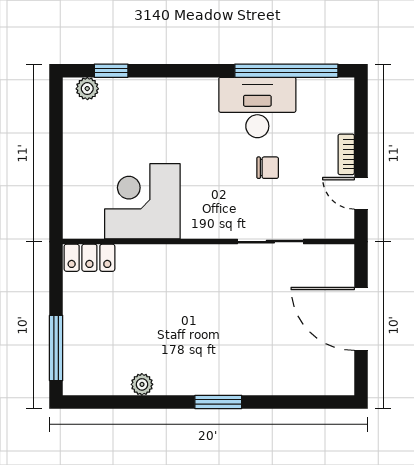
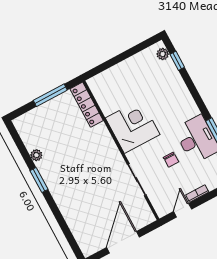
corner desk: (142, 201) -> (133, 126), moved
locker: (89, 258) -> (87, 105), width x1.53
window: (56, 348) -> (50, 95), moved
window: (218, 402) -> (39, 180), moved

